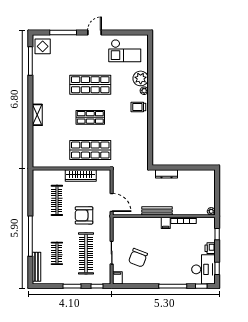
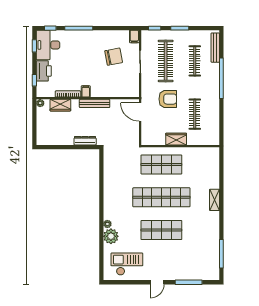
display table: (43, 46) -> (209, 268), removed
trolley: (138, 107) -> (113, 208), removed
shop shelf: (90, 117) -> (161, 197), width x2.00, depth x1.36
wardrobe: (81, 175) -> (176, 139), width x0.67
wardrobe: (191, 209) -> (60, 105), added
printer: (210, 248) -> (44, 71), width x1.87, depth x1.48
clothes rail: (57, 253) -> (195, 61), width x1.36
chair: (138, 258) -> (114, 57), turned 58

